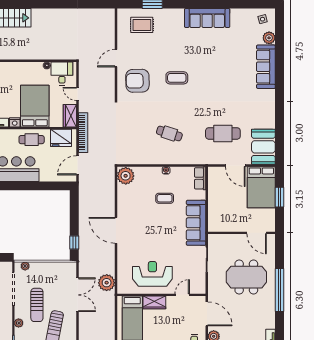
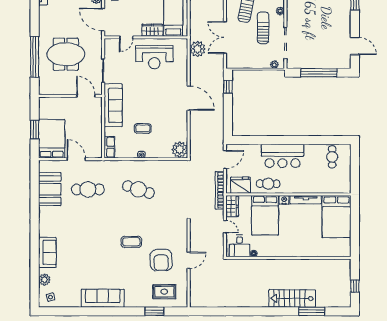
sofa: (266, 67) -> (47, 252), width x0.73
armchair: (137, 81) -> (161, 260), moved, turned 90
cafe table: (169, 133) -> (138, 189), width x1.37, depth x1.35
booth: (263, 147) -> (50, 189), moved
door: (257, 233) -> (86, 96), moved
window: (279, 290) -> (35, 57), moved

